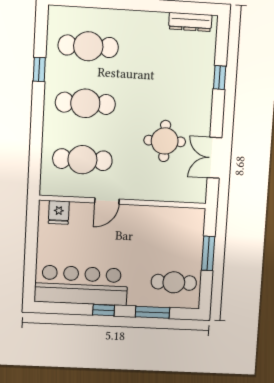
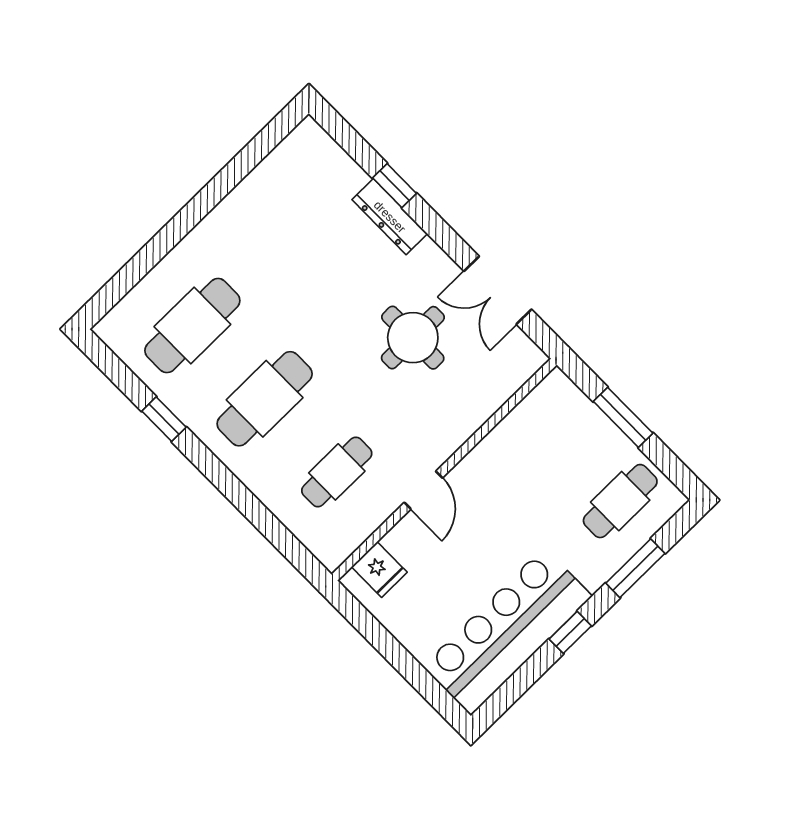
dresser: (190, 22) -> (390, 217), moved, turned 90
cafe table: (82, 160) -> (337, 472), width x0.73, depth x0.74

